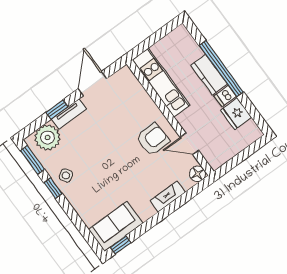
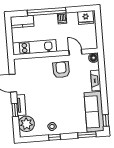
kitchen counter: (209, 75) -> (22, 22), moved
fridge: (236, 114) -> (86, 18), moved
door: (189, 144) -> (75, 52), swing flipped
window: (32, 160) -> (87, 135), moved
sofa: (116, 226) -> (94, 112), width x1.36

